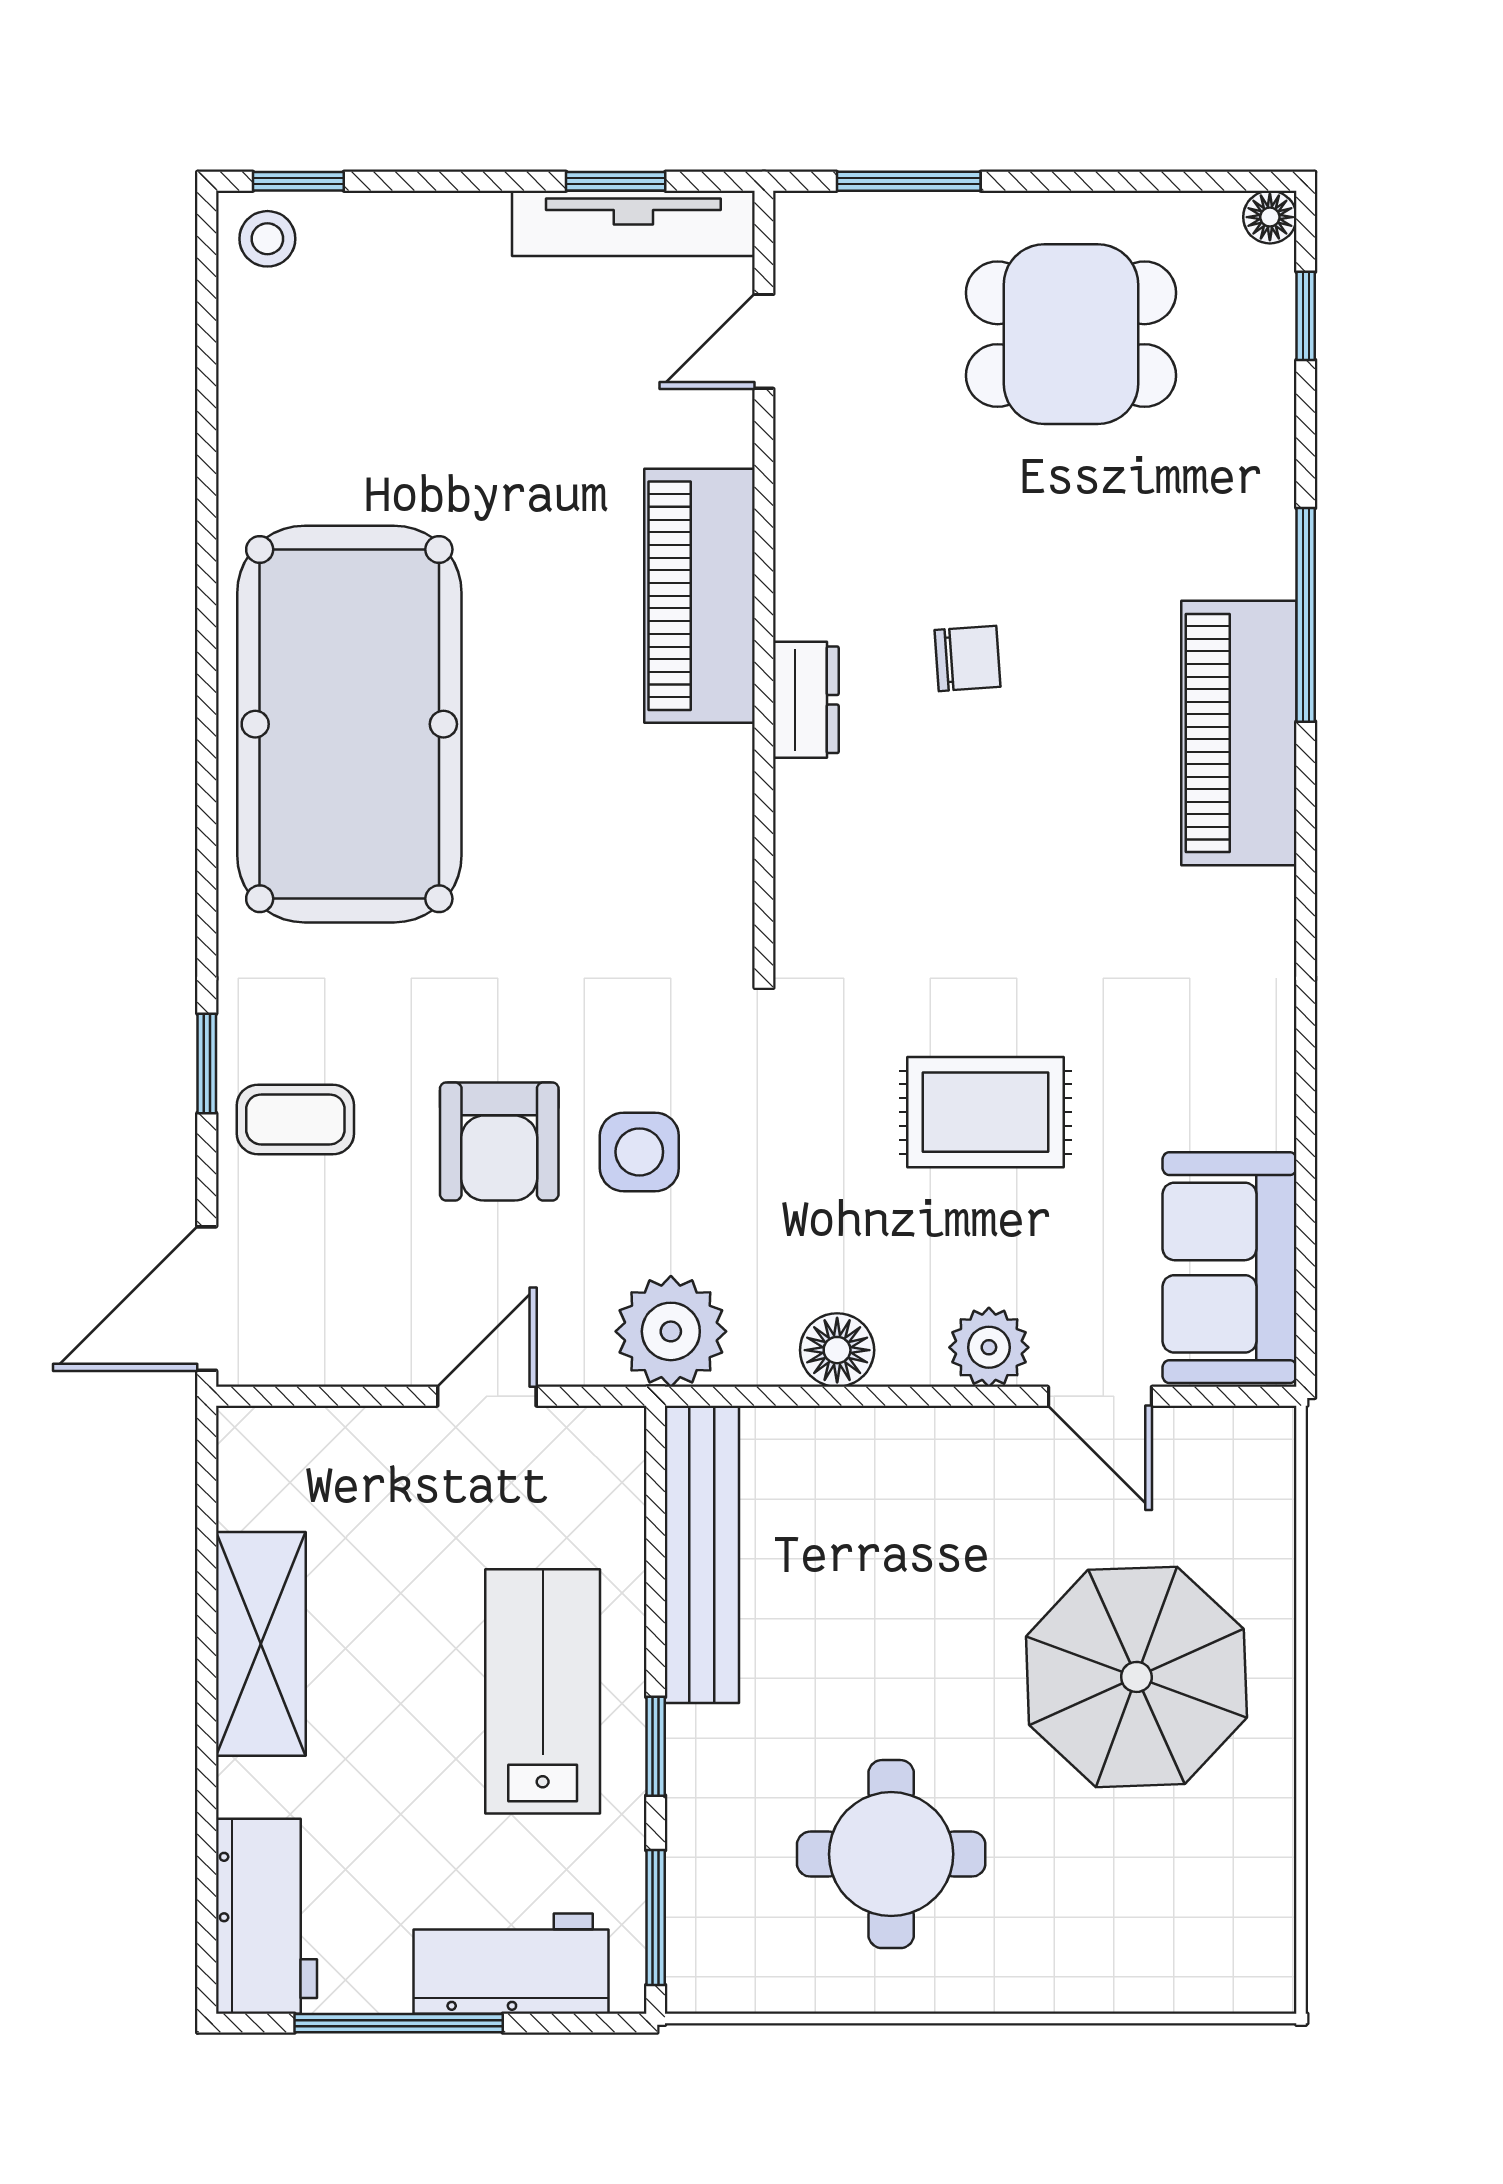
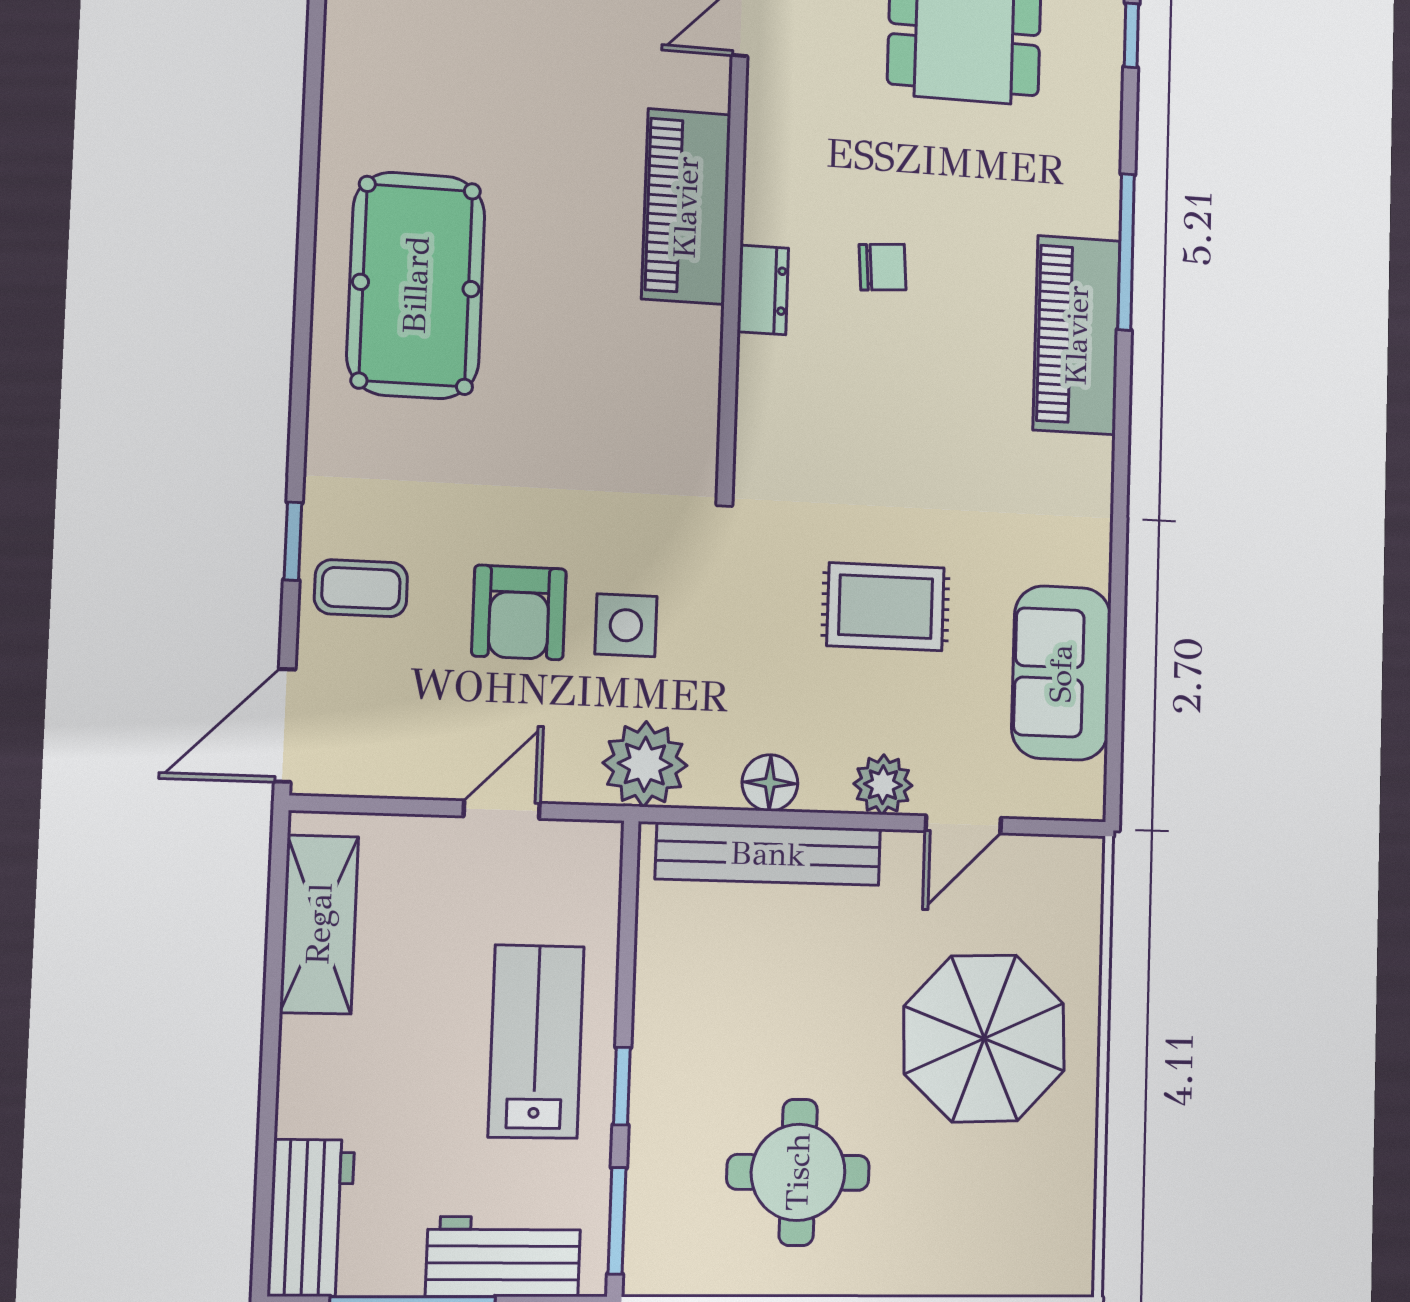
pool table: (349, 724) -> (416, 285), width x0.73, depth x0.76
sofa: (1230, 1268) -> (1061, 673), moved
door: (1100, 1396) -> (963, 824), hinge flipped
bench: (702, 1554) -> (768, 854), moved, turned 90
shelving: (261, 1644) -> (319, 924), moved

